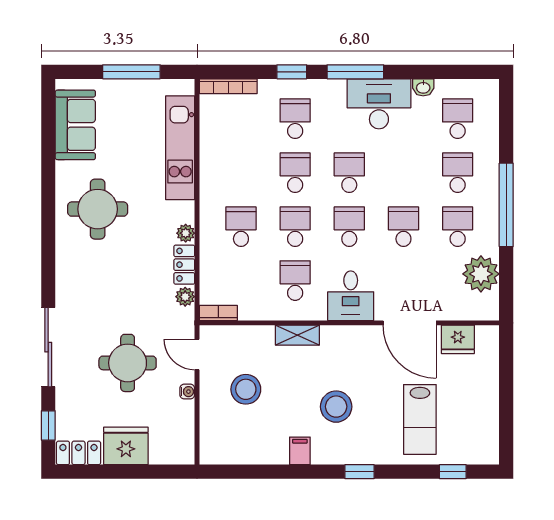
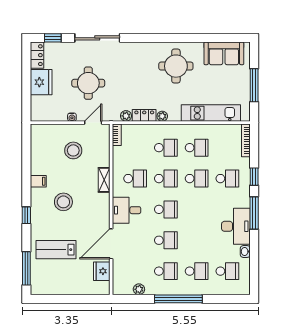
school desk: (349, 173) -> (197, 148), moved
plant: (481, 274) -> (139, 289), width x0.53, depth x0.53
window: (453, 472) -> (26, 268), width x2.17

